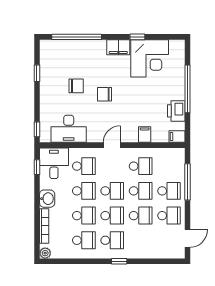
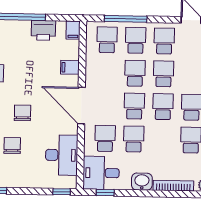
chair: (105, 94) -> (22, 113), turned 180
door: (112, 145) -> (81, 106), width x1.88
school desk: (141, 166) -> (107, 40), moved
school desk: (84, 216) -> (162, 140), removed

